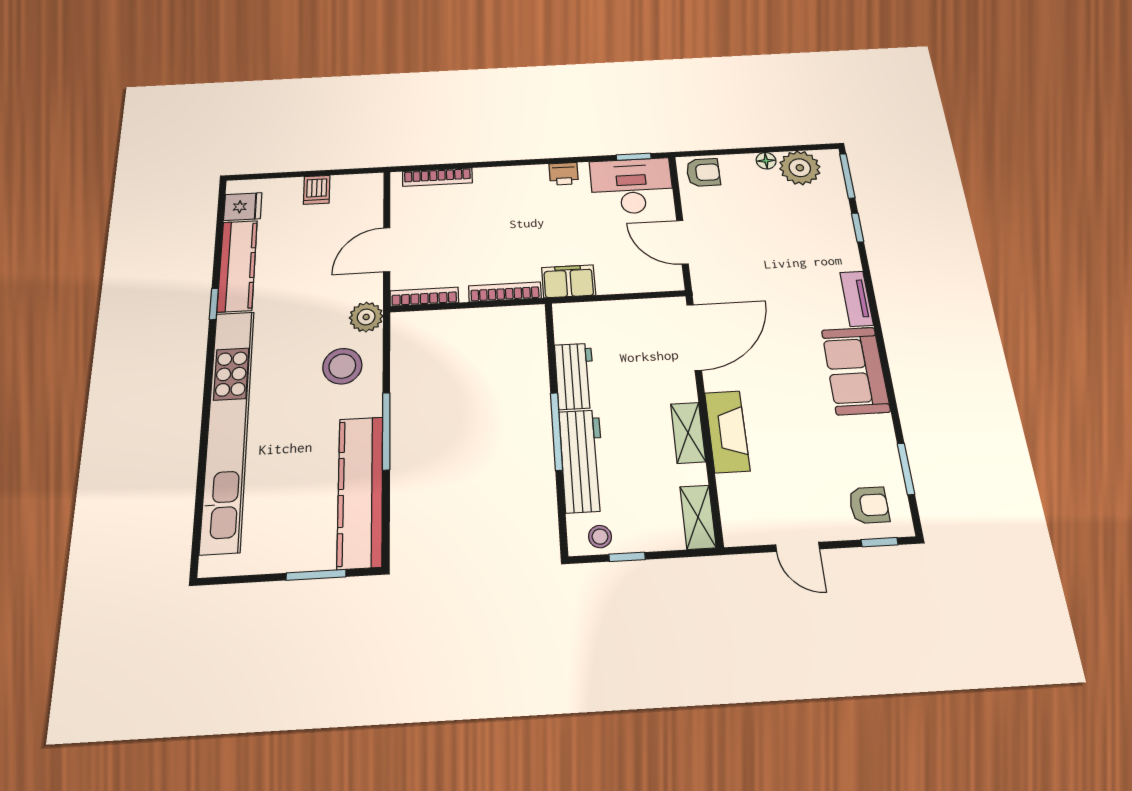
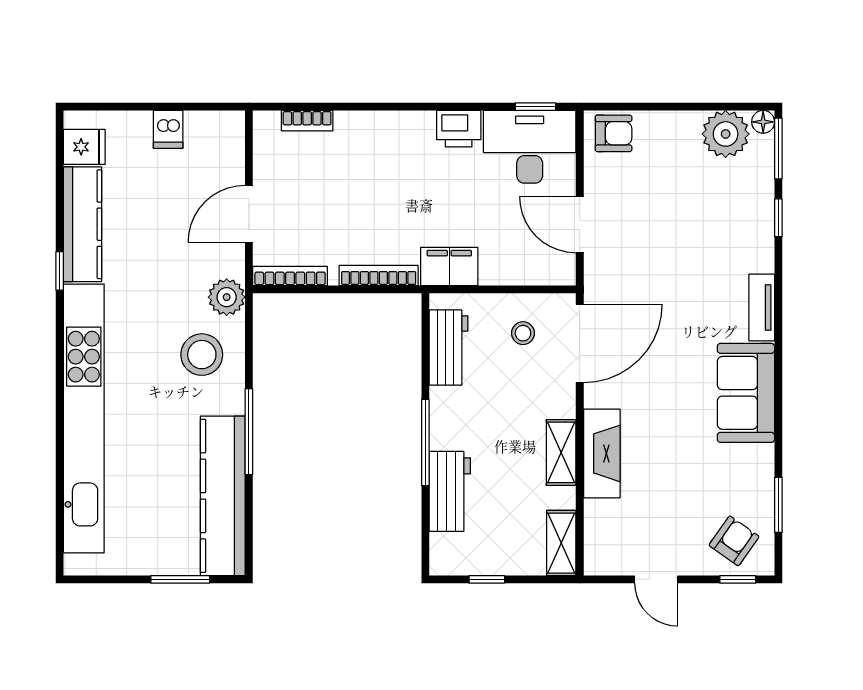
floor lamp: (766, 161) -> (763, 122), moved
printer: (564, 174) -> (459, 129), width x1.36, depth x1.24
bookcase: (437, 177) -> (307, 121), width x0.64
workbench: (575, 376) -> (449, 348), moved
workbench: (582, 461) -> (450, 491), width x0.73
armchair: (869, 505) -> (734, 541), turned -55
stool: (600, 537) -> (523, 333), moved

